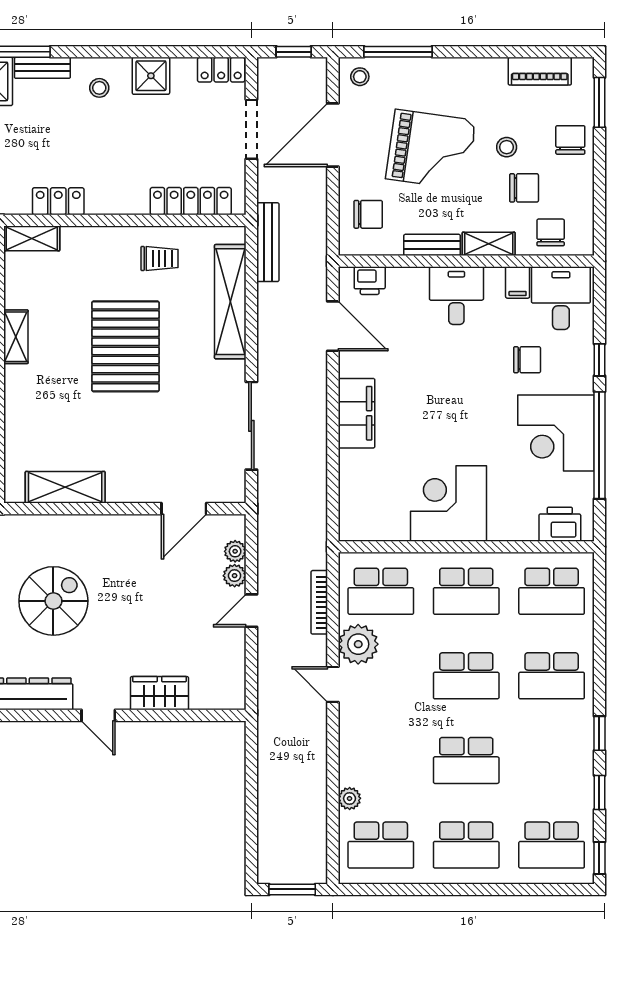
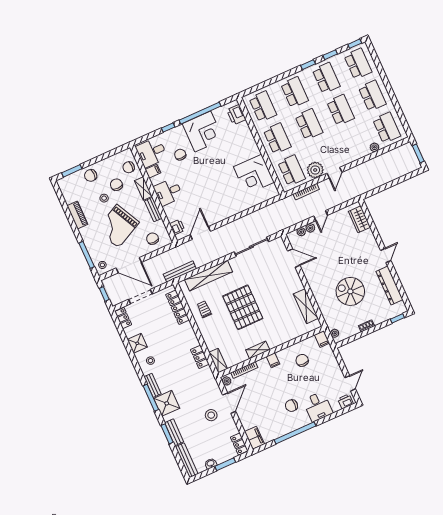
piano: (540, 71) -> (77, 215), moved
grand piano: (431, 150) -> (118, 226), turned -125
pallet: (125, 346) -> (243, 307), turned 90
filing cabinet: (356, 413) -> (229, 210), removed
corner desk: (448, 504) -> (254, 175), moved
door: (251, 611) -> (321, 216), hinge flipped
wardrobe: (159, 693) -> (359, 219), moved
school desk: (552, 760) -> (326, 78), added

